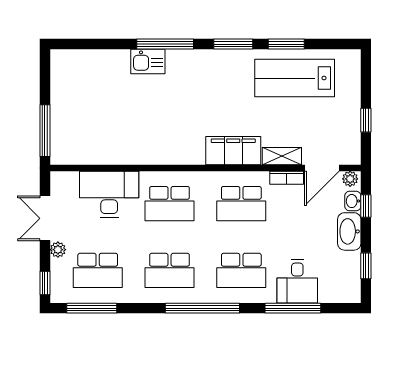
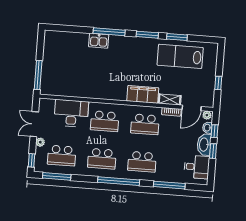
window: (366, 266) -> (213, 151), moved
desk: (297, 281) -> (197, 167), moved, turned -90

